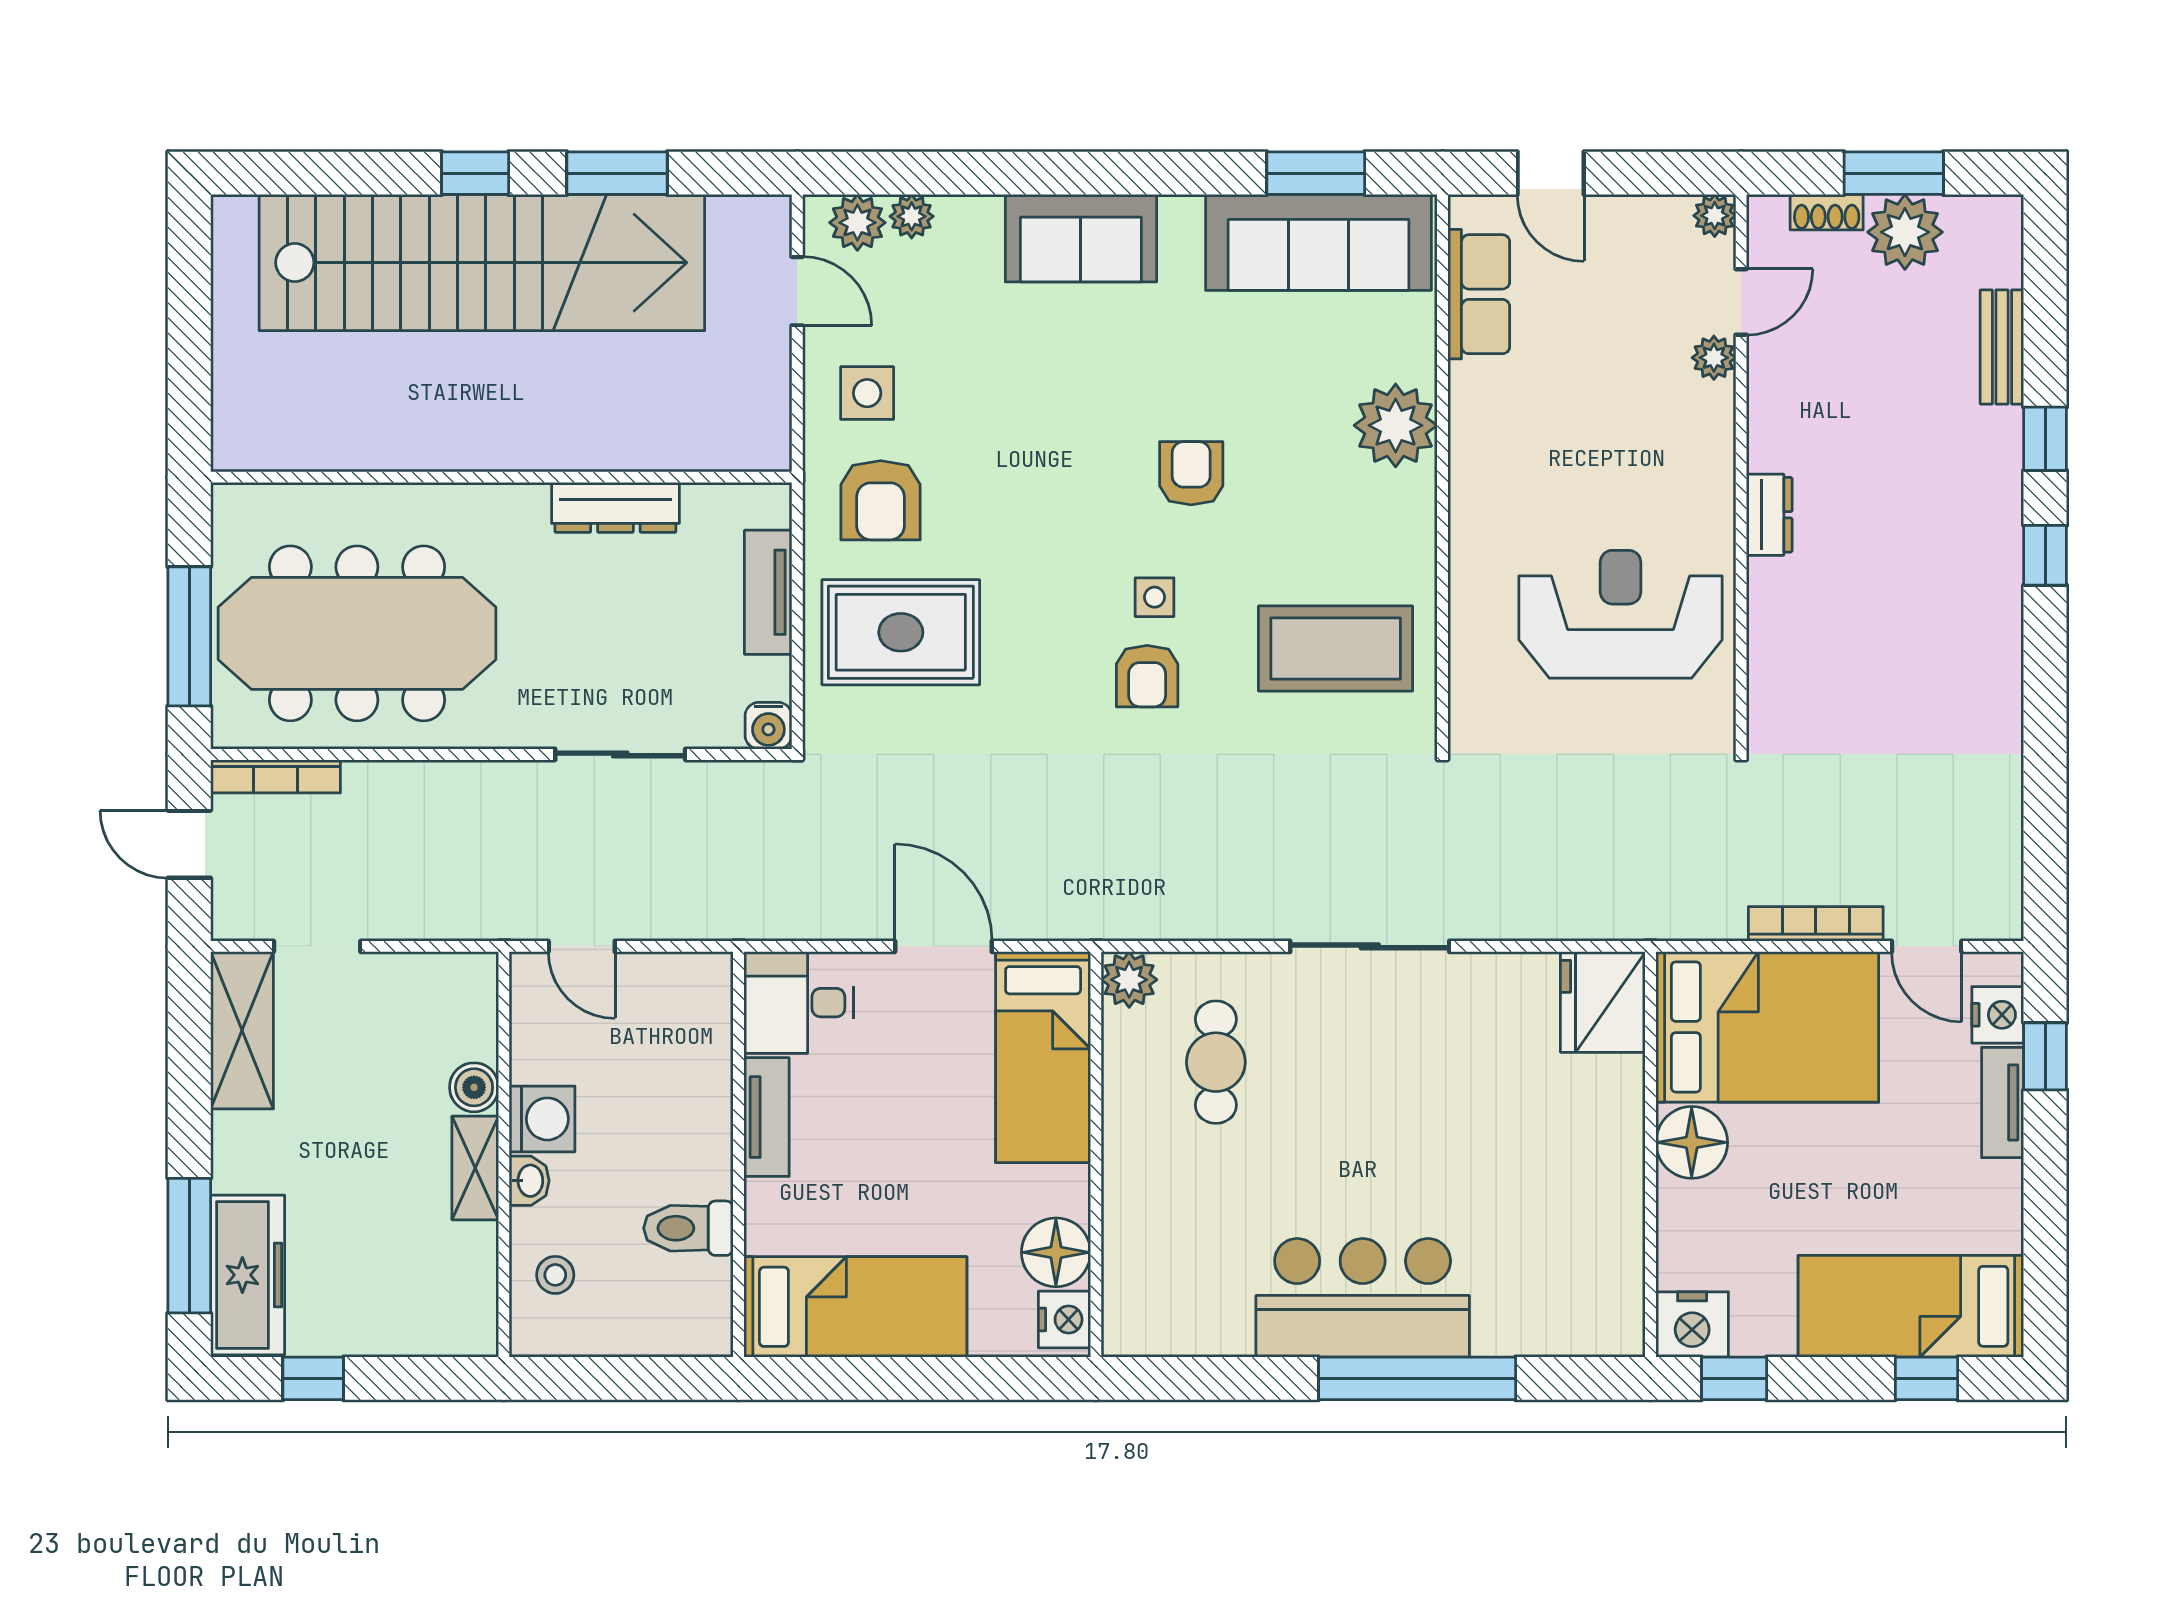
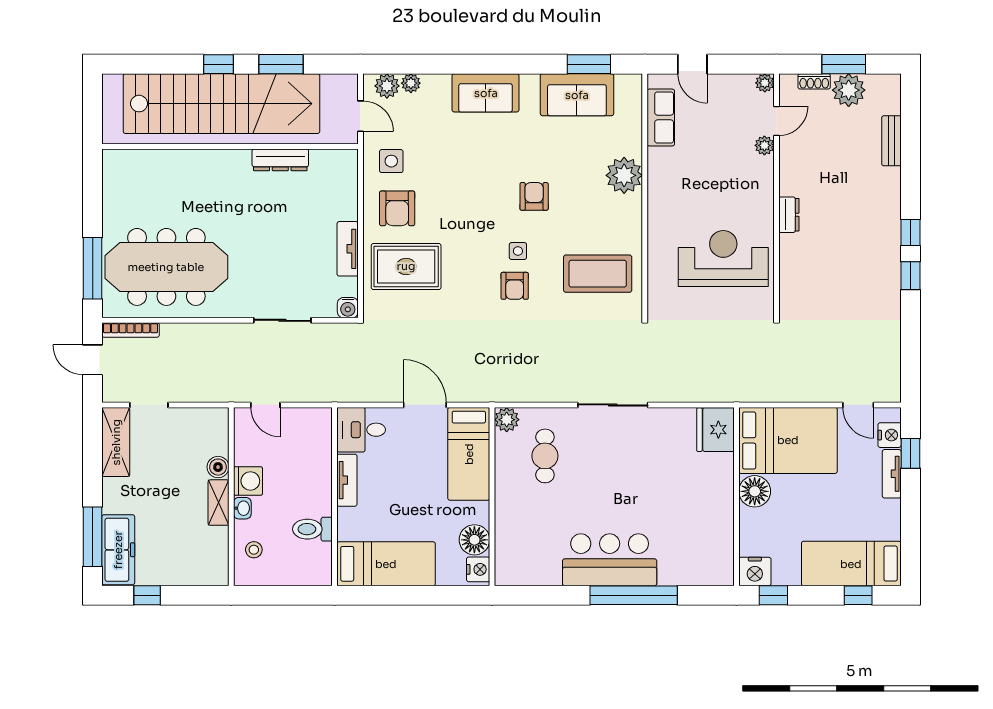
sofa: (1318, 242) -> (577, 95), width x0.73
window: (2045, 439) -> (910, 276), moved
wall: (501, 477) -> (230, 146), moved
dresser: (615, 507) -> (280, 160), moved
bookcase: (1816, 924) -> (809, 395), removed

